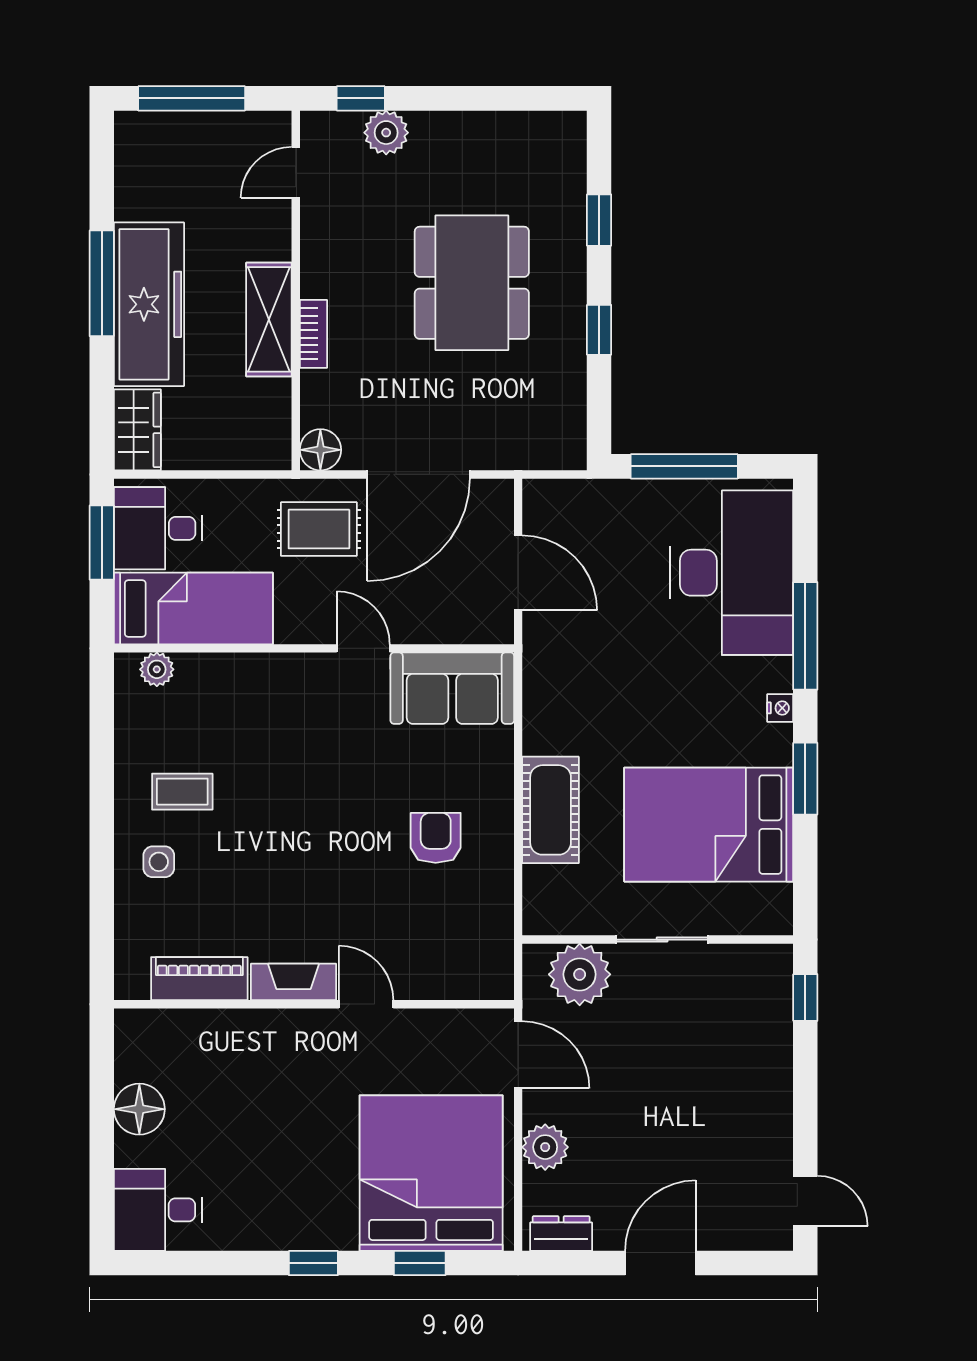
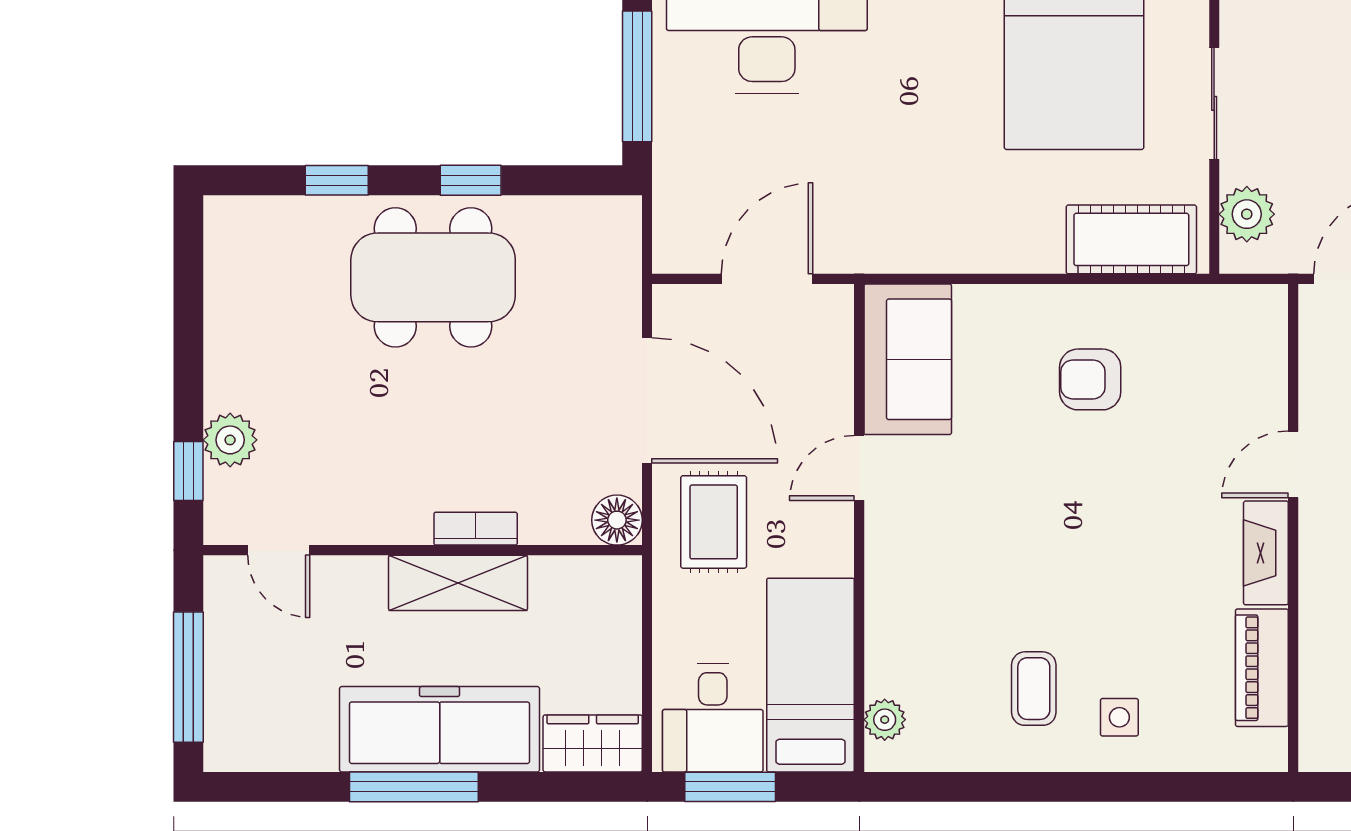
dining table: (472, 283) -> (433, 277), moved
cot: (551, 810) -> (1131, 239), moved
plant: (580, 974) -> (1247, 214), width x0.73, depth x0.73

